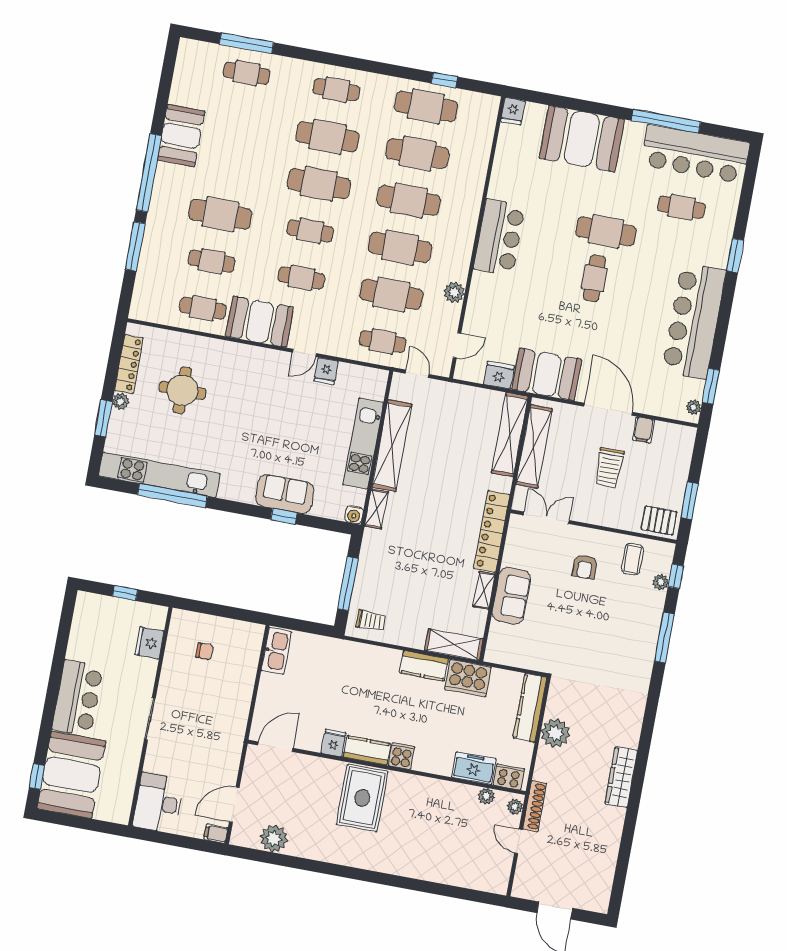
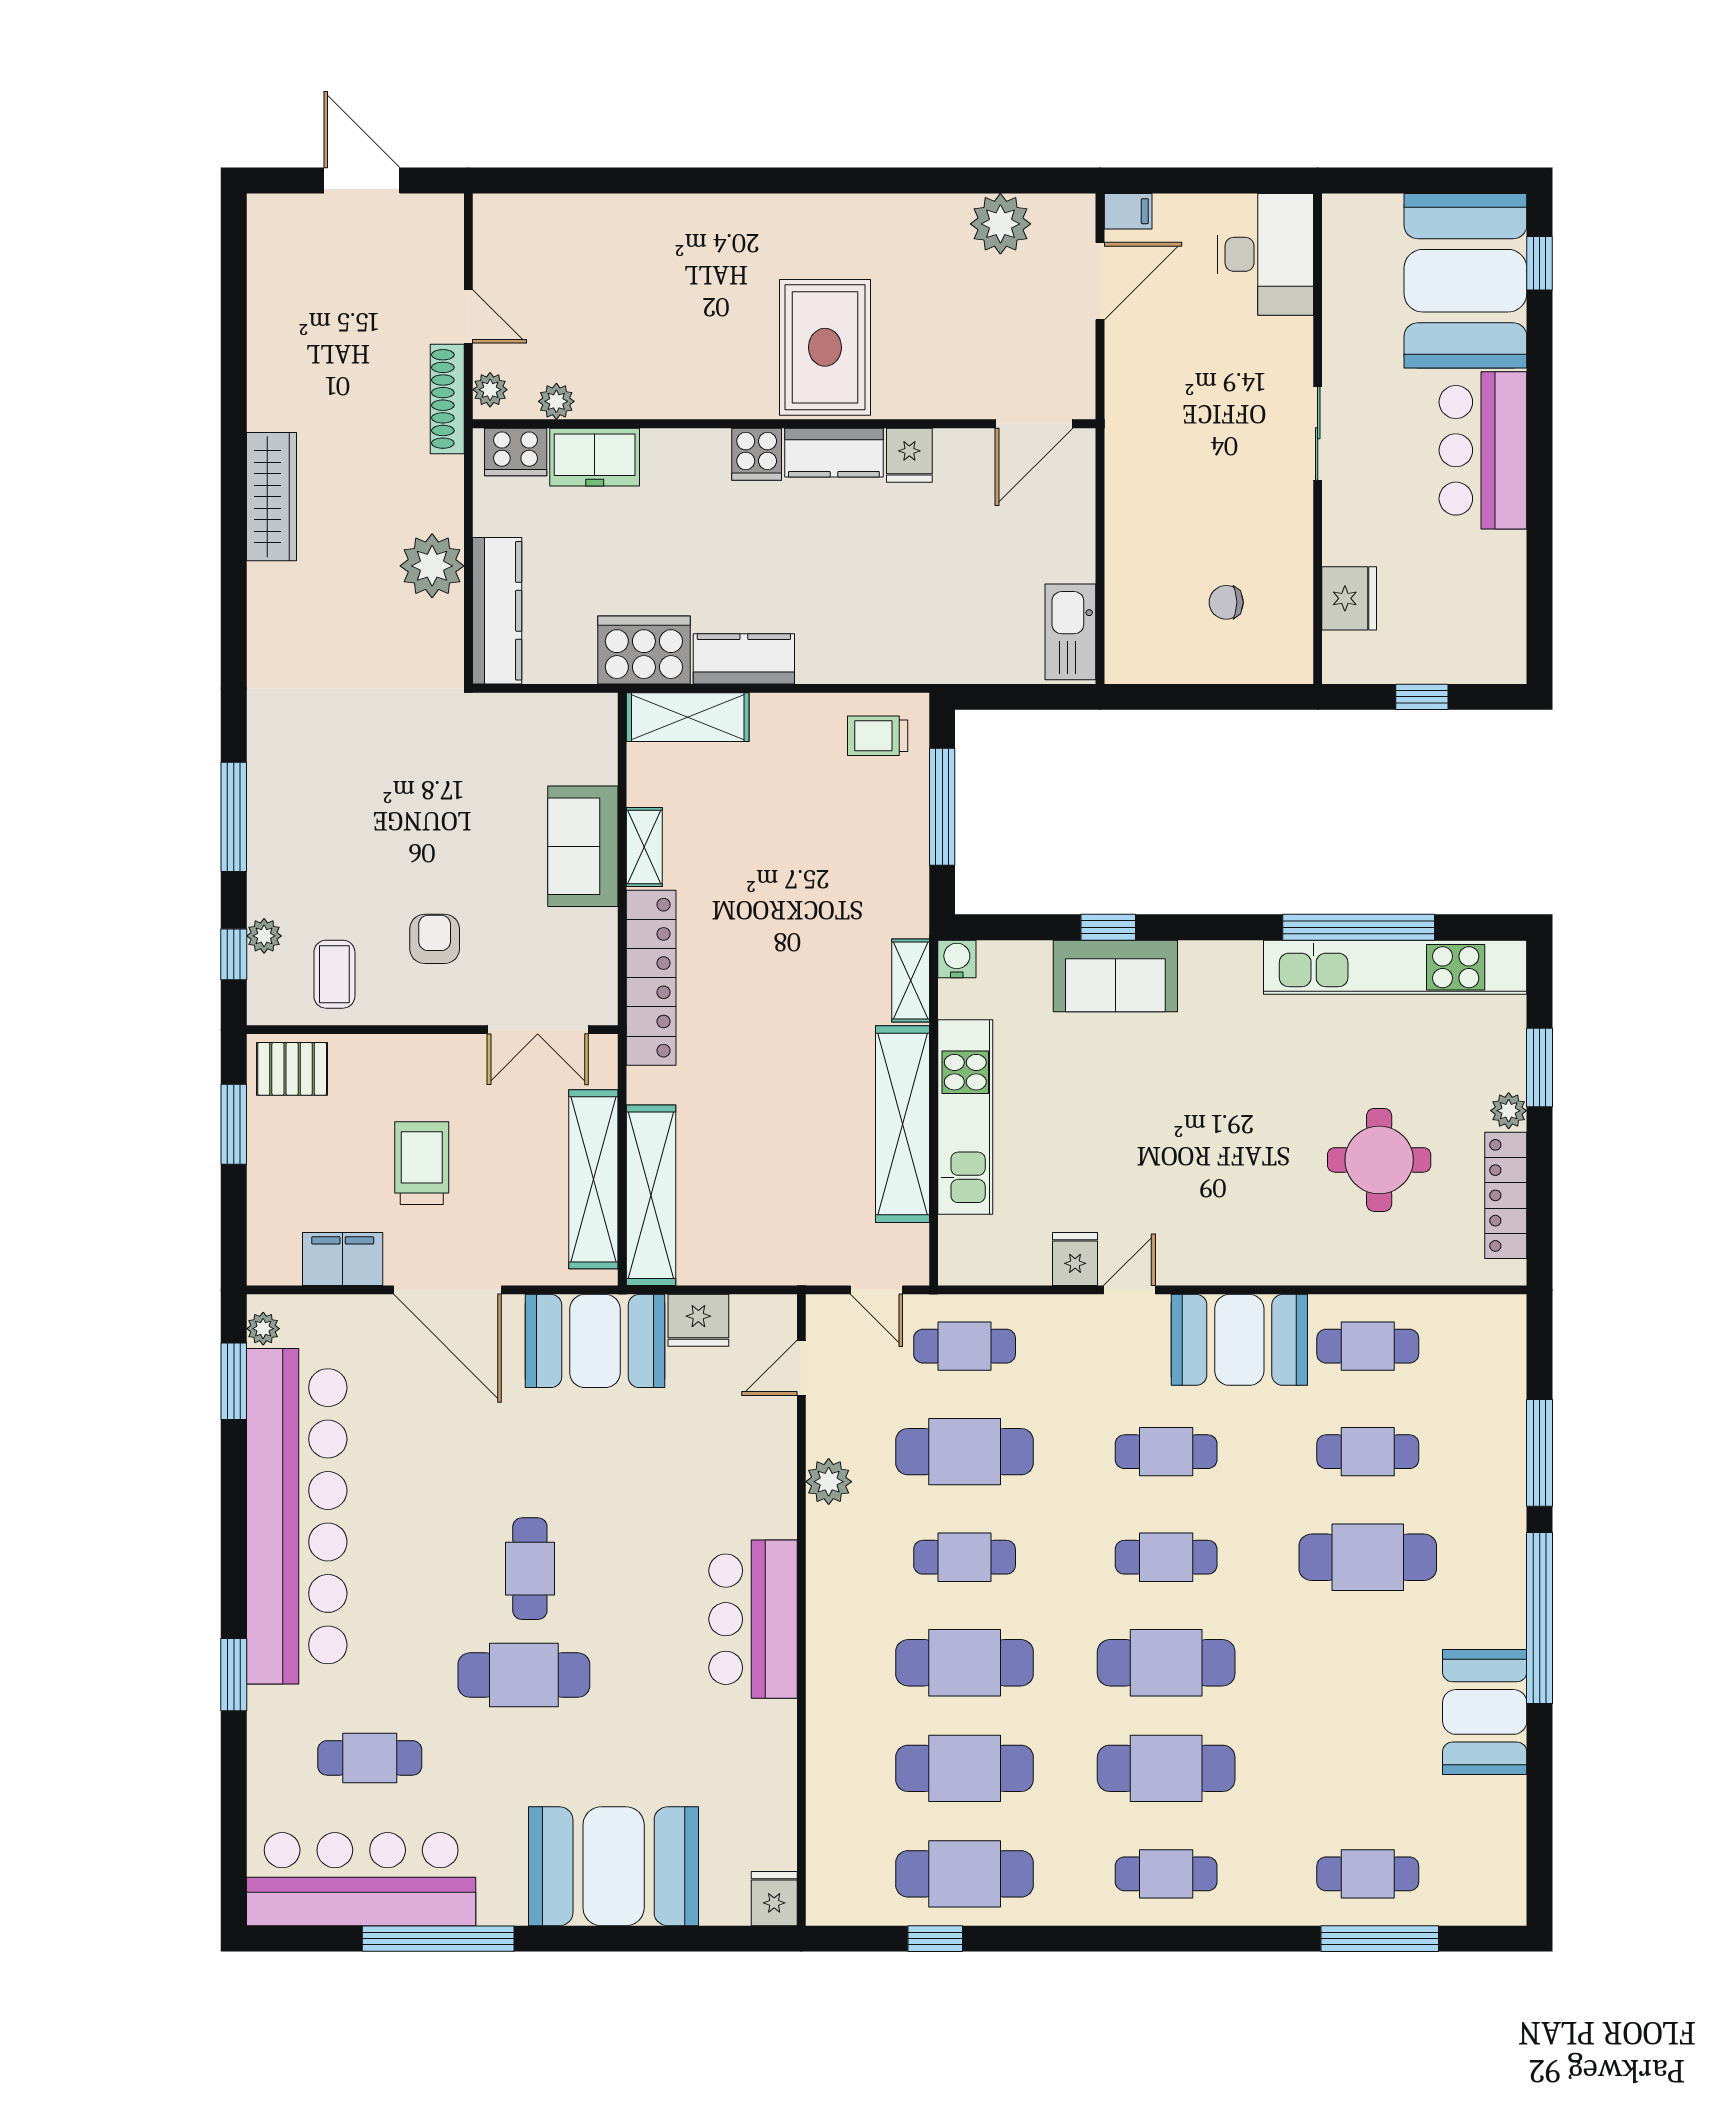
cafe table: (400, 247) -> (965, 1557), width x0.73, depth x0.74
bar counter: (694, 321) -> (297, 1516), width x1.36
filing cabinet: (643, 430) -> (343, 1259), width x2.00

